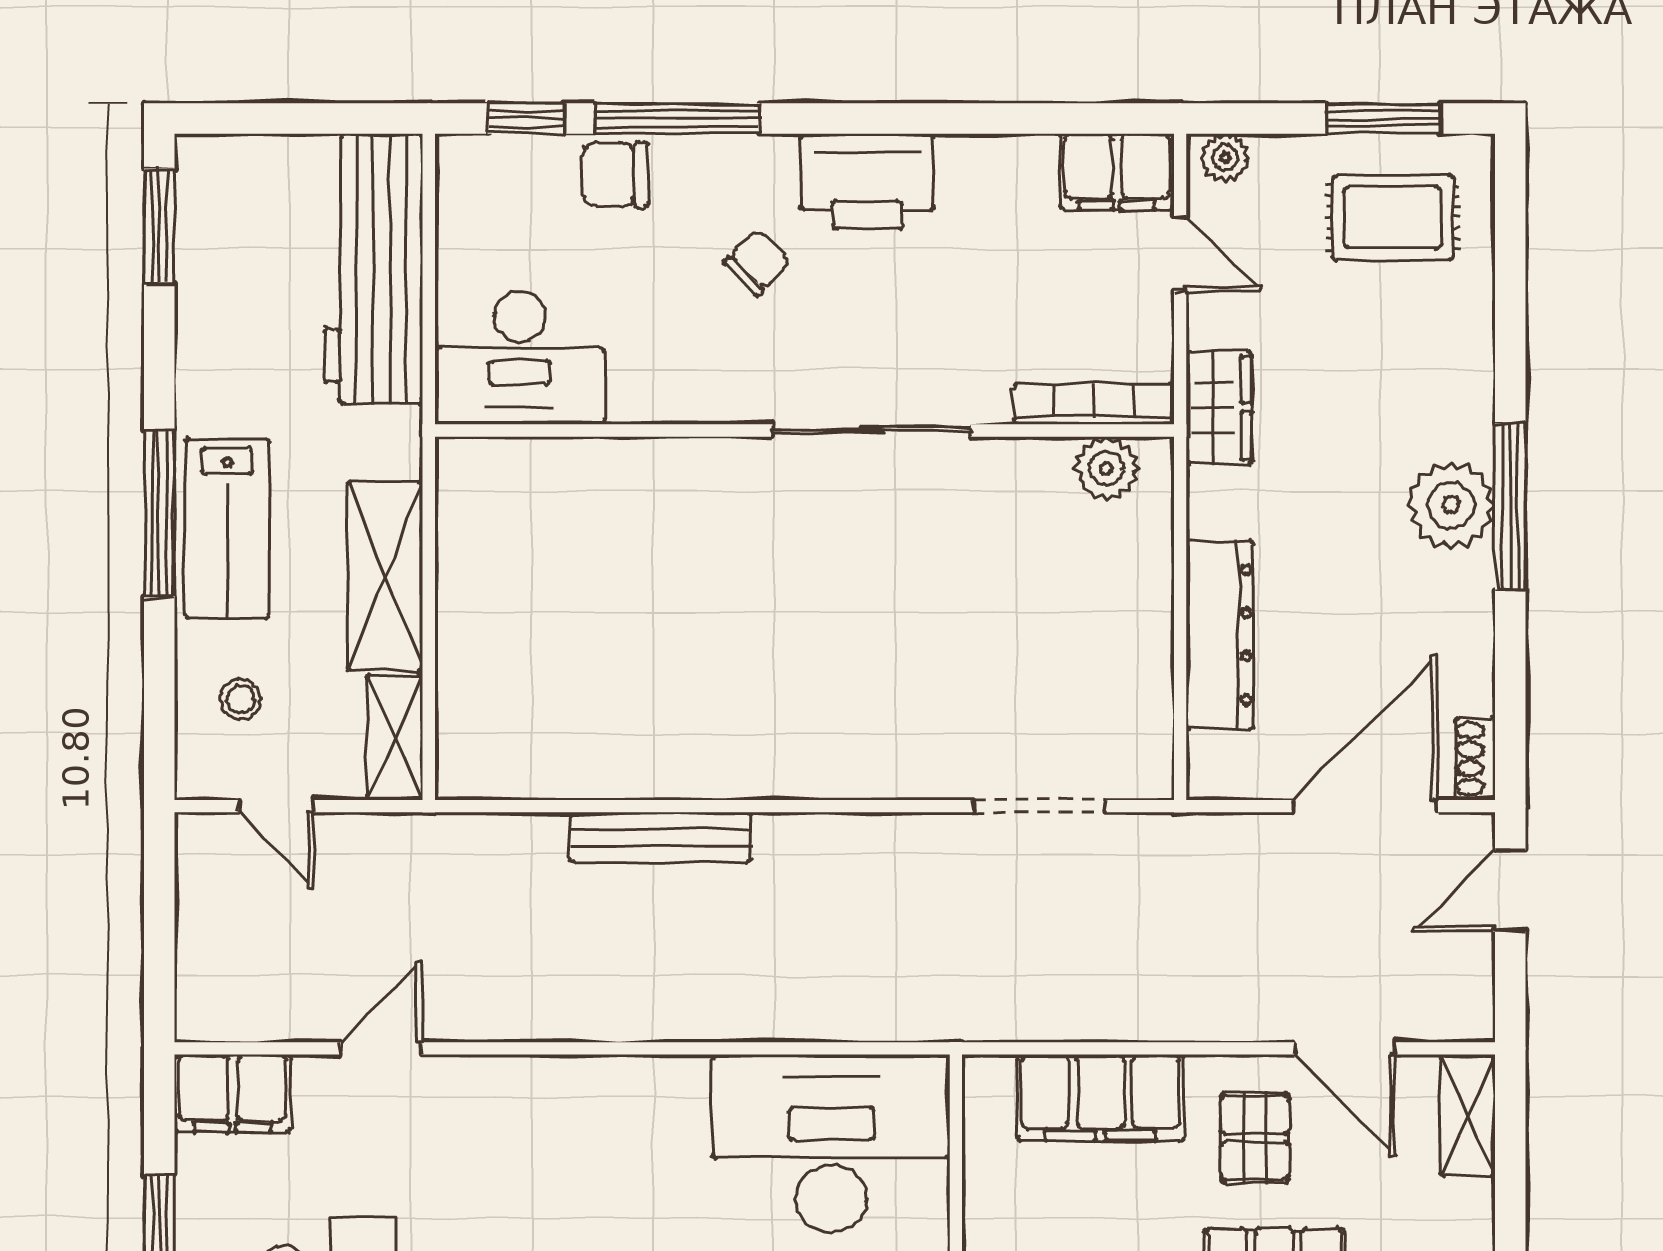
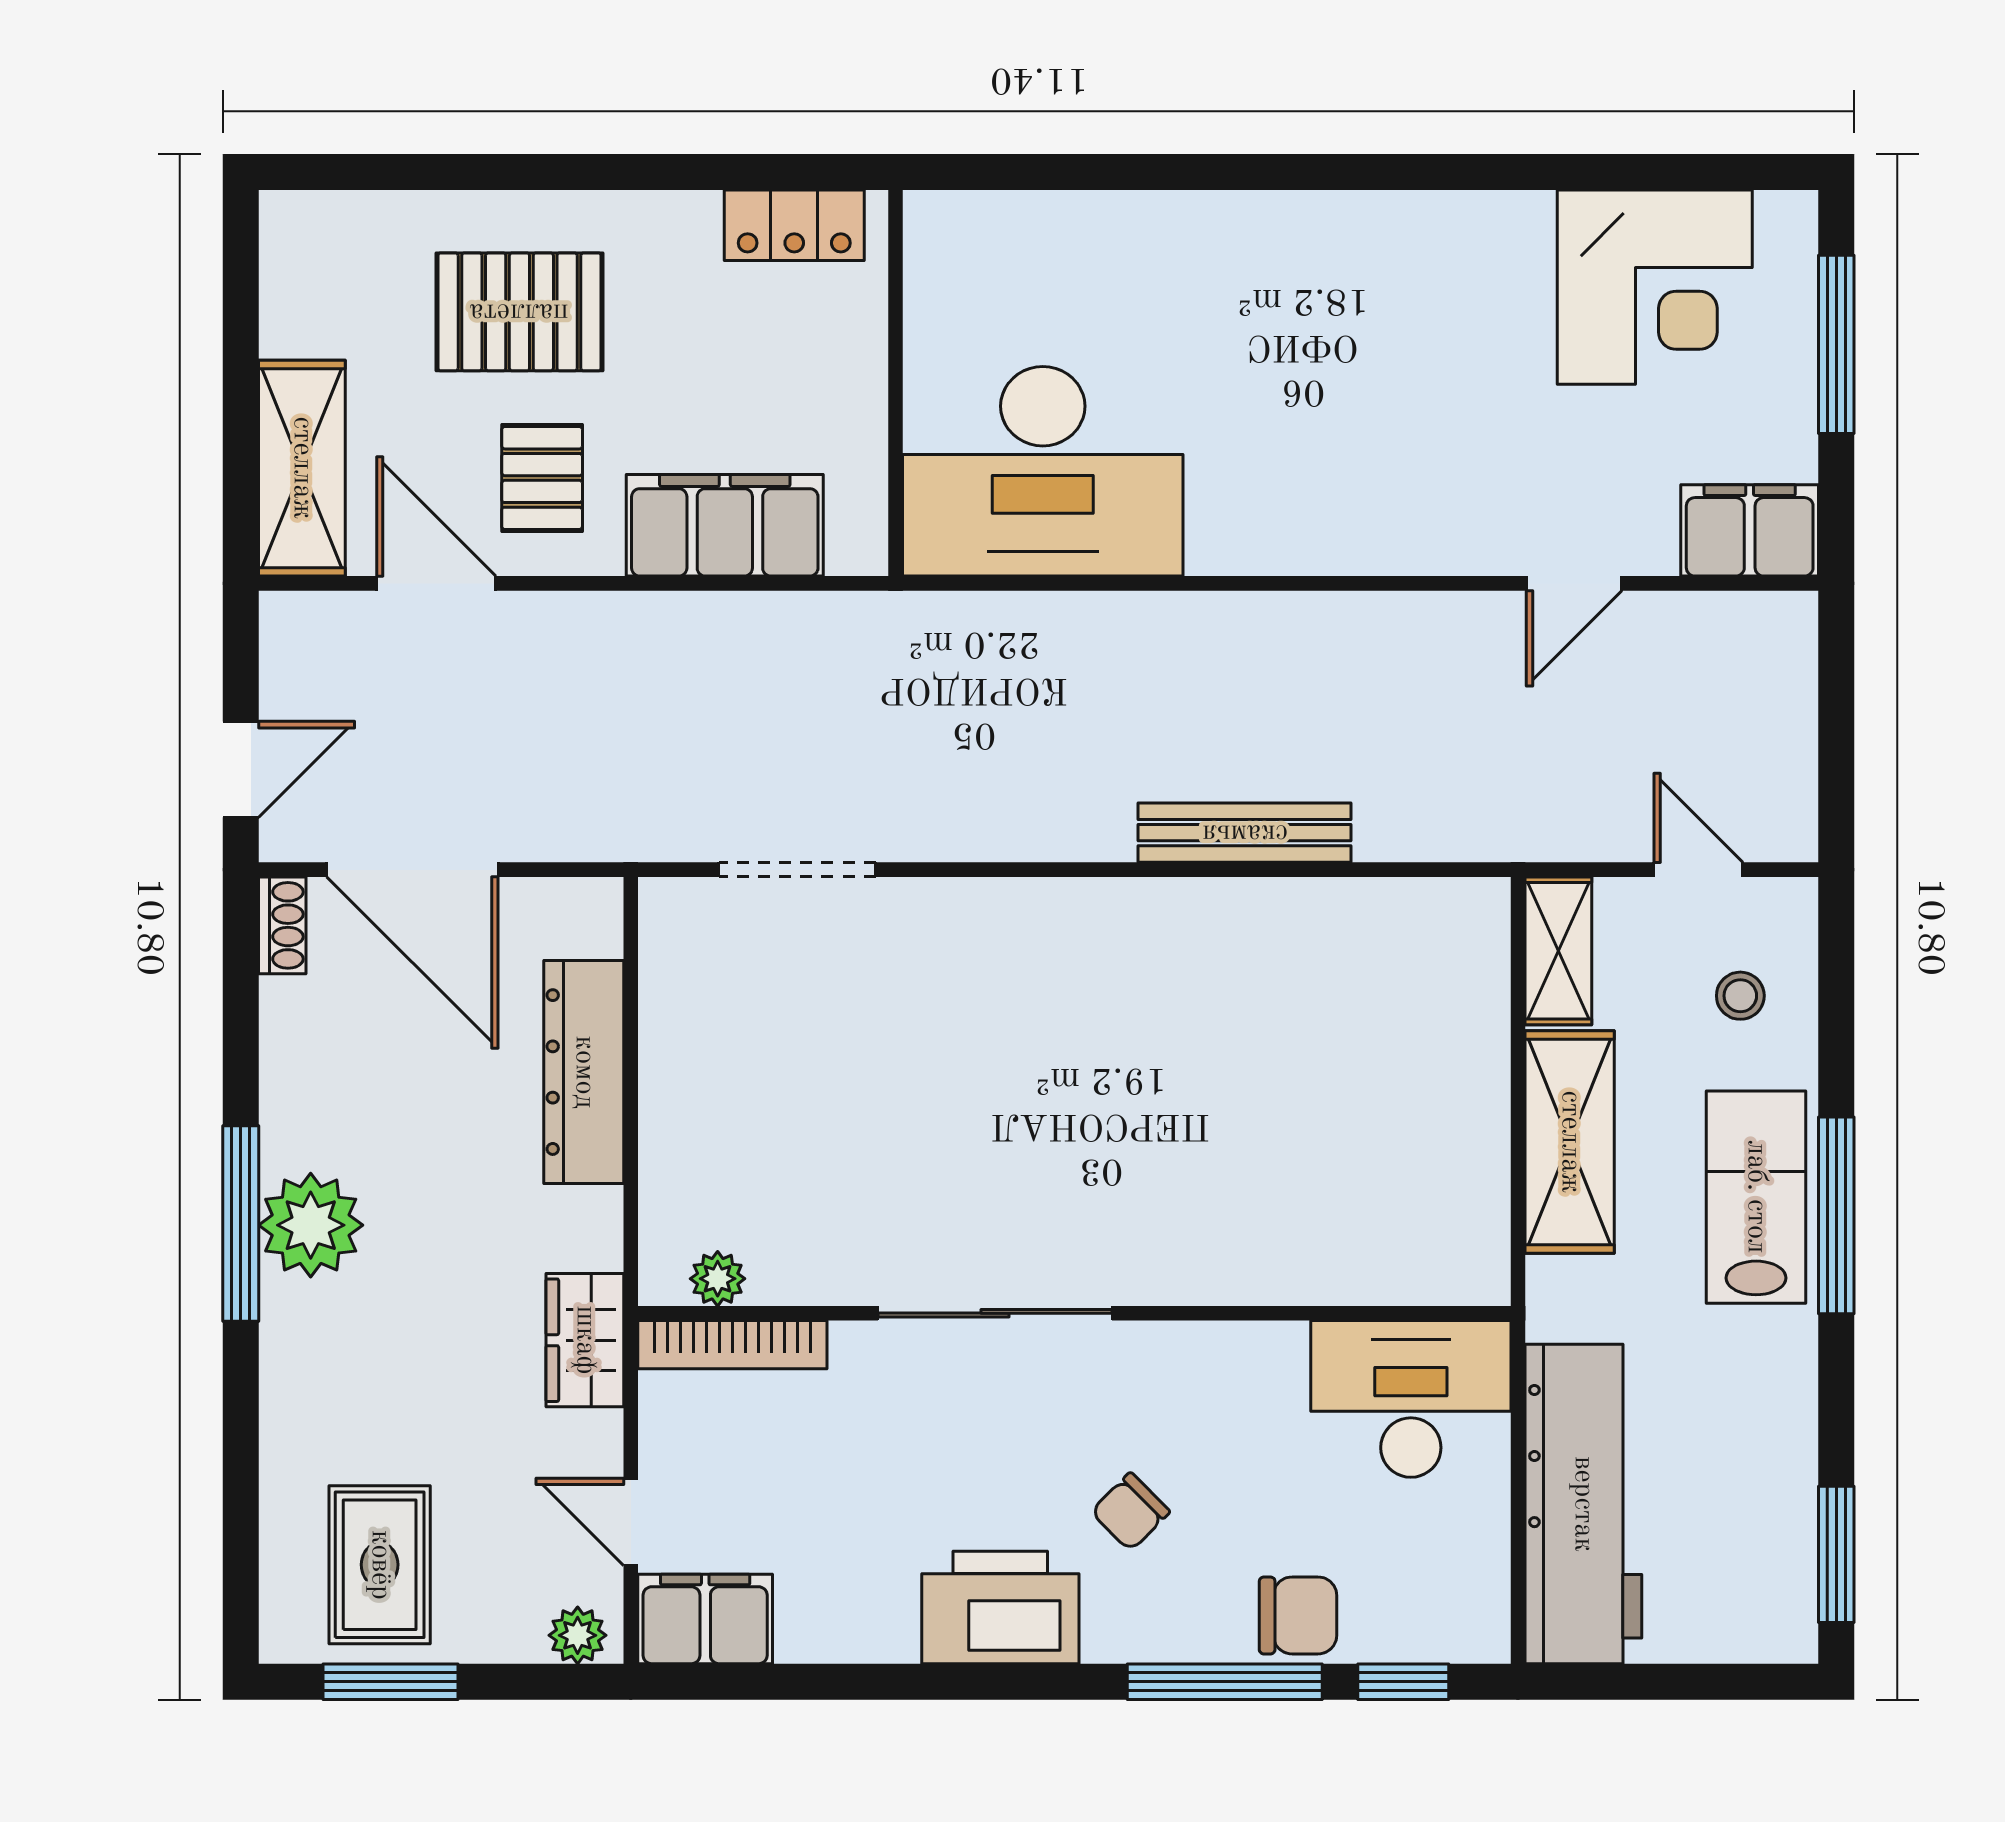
rug: (1393, 217) -> (380, 1565), turned 90
plant: (1107, 468) -> (718, 1279), width x0.73, depth x0.73
door: (1365, 806) -> (412, 870), hinge flipped
shelving: (1468, 1115) -> (302, 468), width x1.50, depth x1.33

